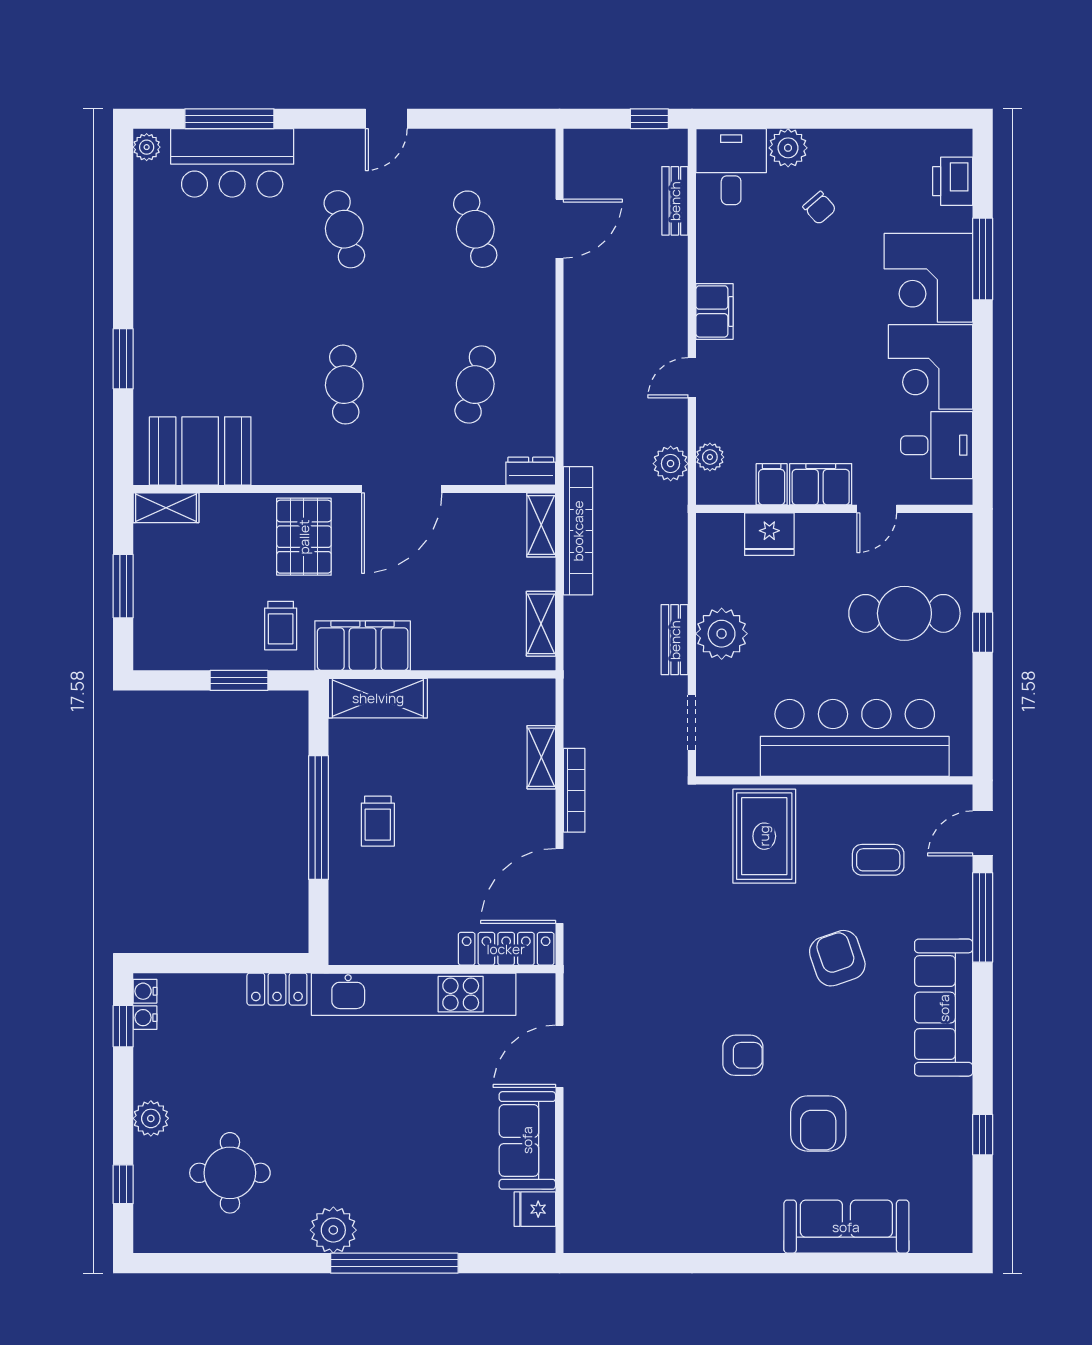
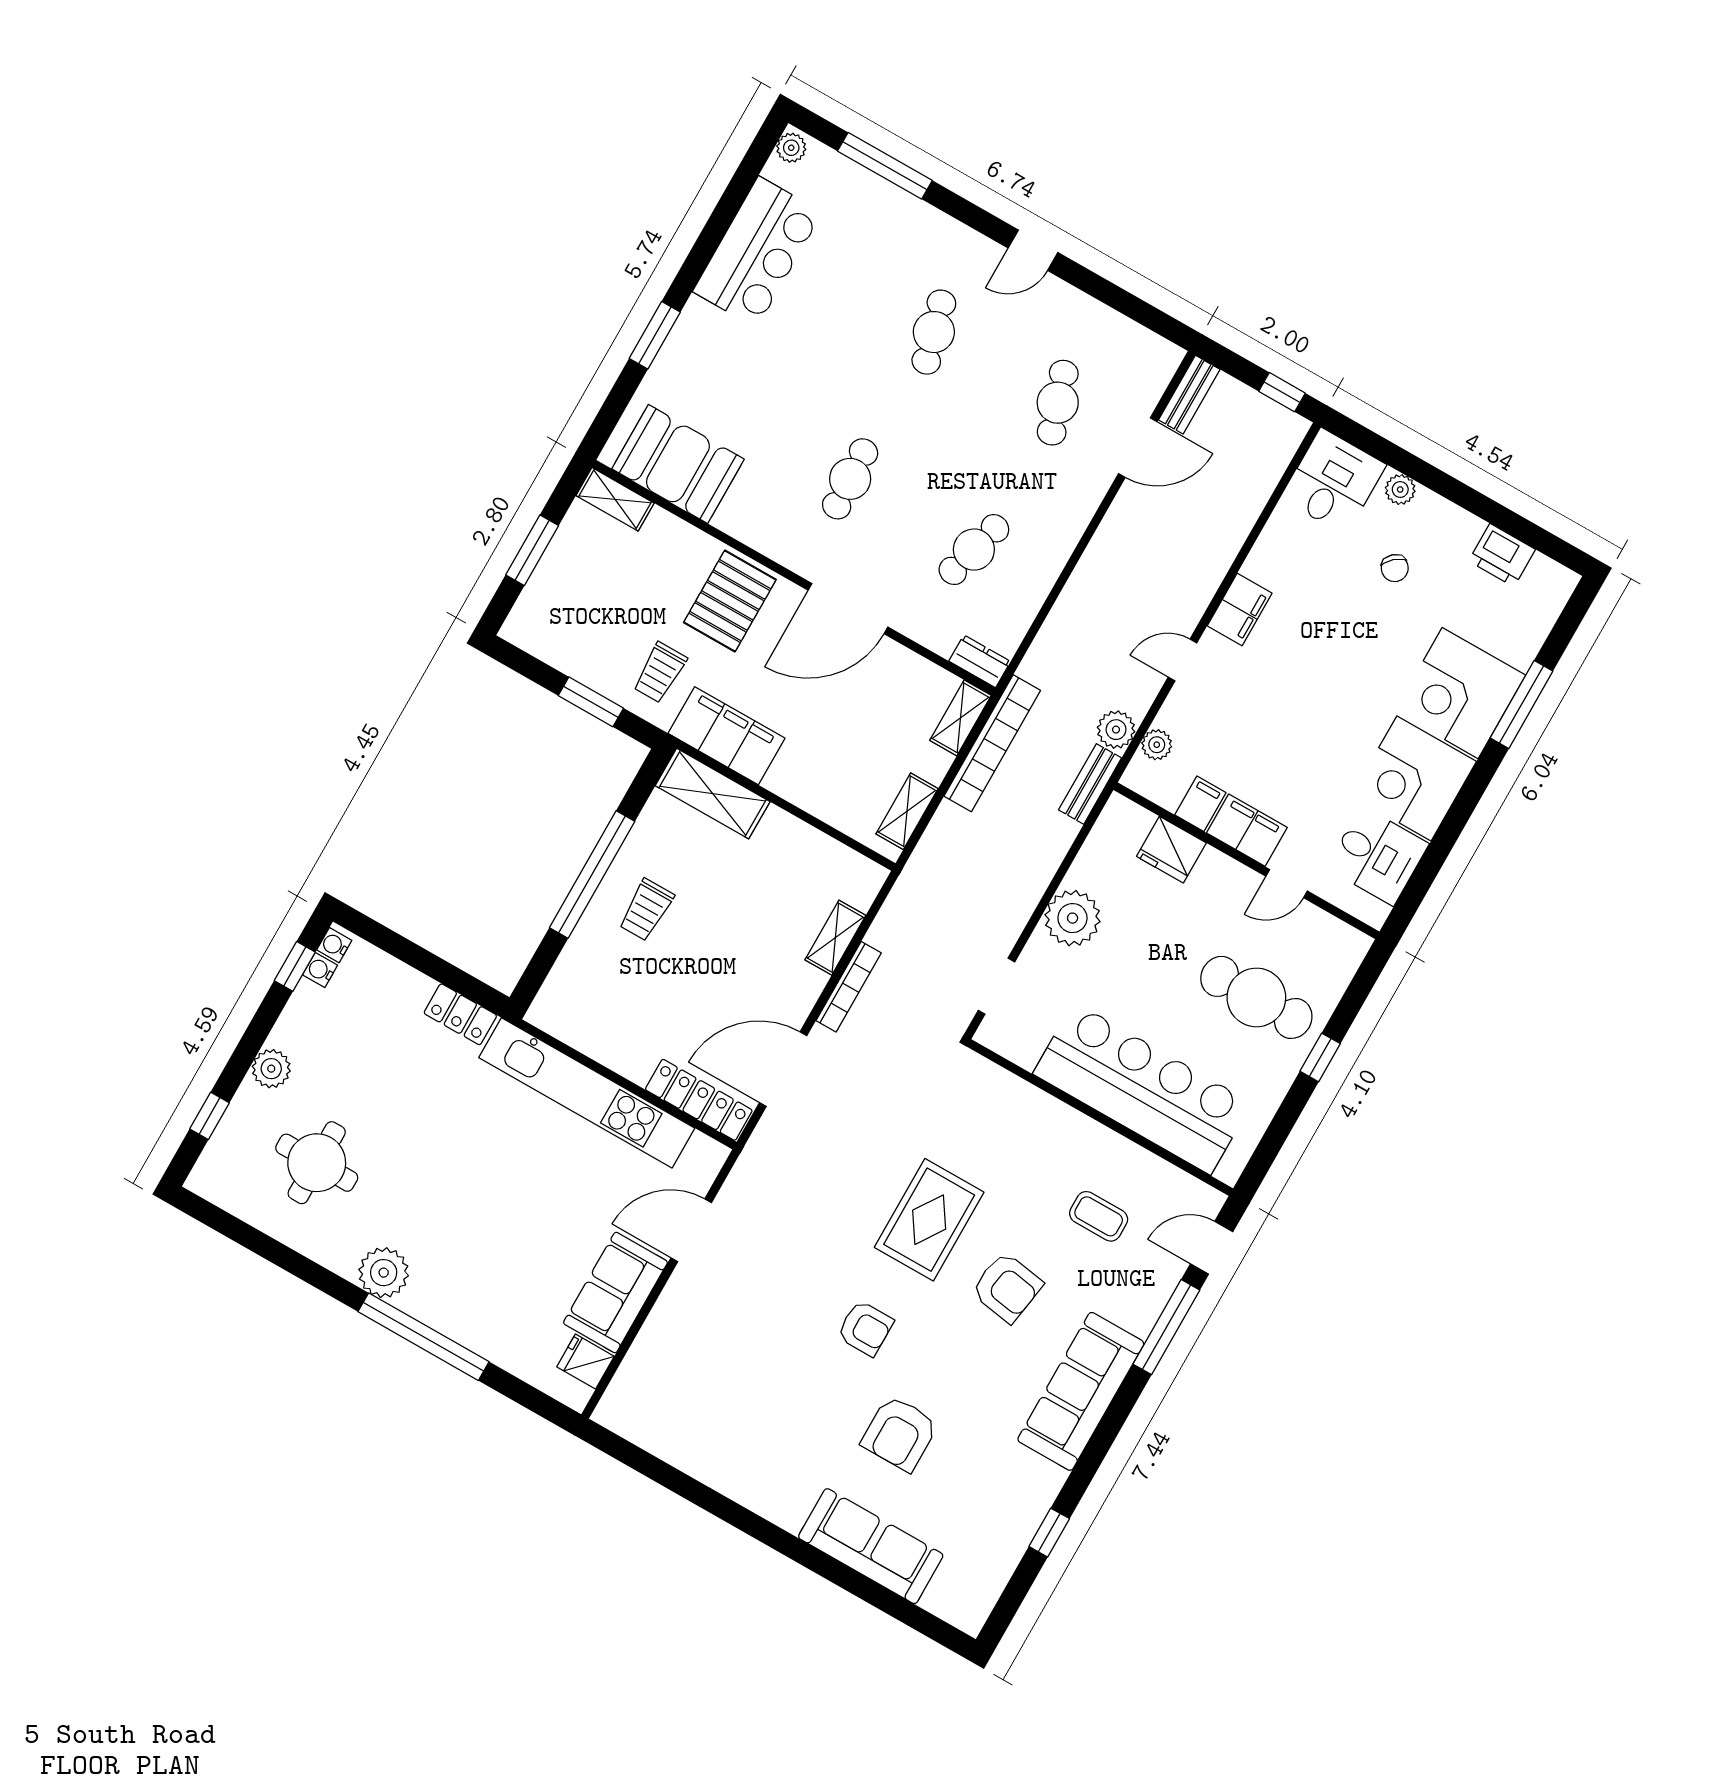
plant: (788, 148) -> (1400, 490), width x0.73, depth x0.73
bar counter: (232, 163) -> (758, 252), moved, turned -90
printer: (953, 181) -> (1502, 555), moved, turned -90
bench: (675, 201) -> (1189, 395), moved
bench: (675, 640) -> (1090, 784), moved
rug: (764, 836) -> (929, 1220), moved
armchair: (837, 958) -> (1007, 1287), turned 118

